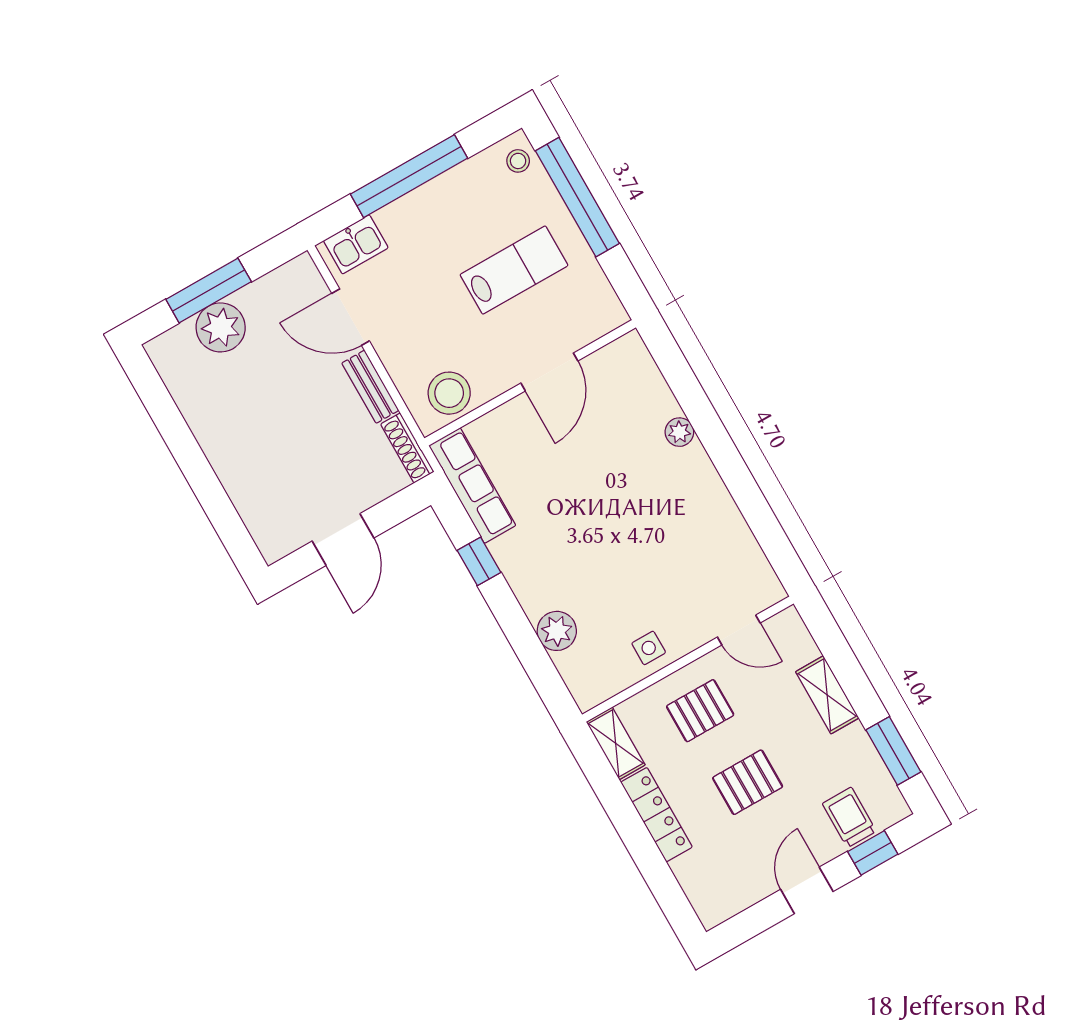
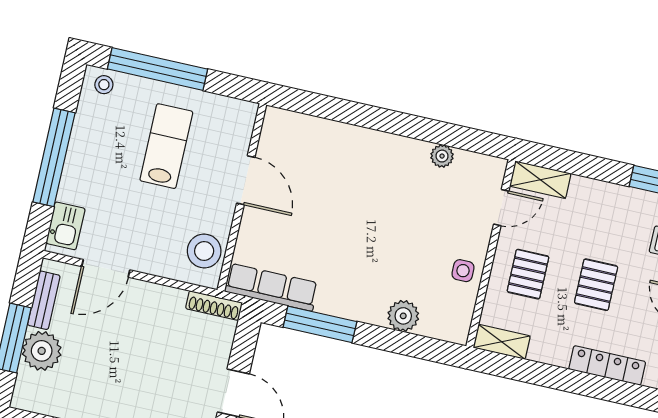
bench: (370, 387) -> (44, 300), moved, turned 90
plant: (679, 432) -> (442, 156), moved
window: (479, 561) -> (320, 324), width x2.17
shelving: (827, 695) -> (540, 180), moved
locker: (657, 815) -> (607, 365), moved

